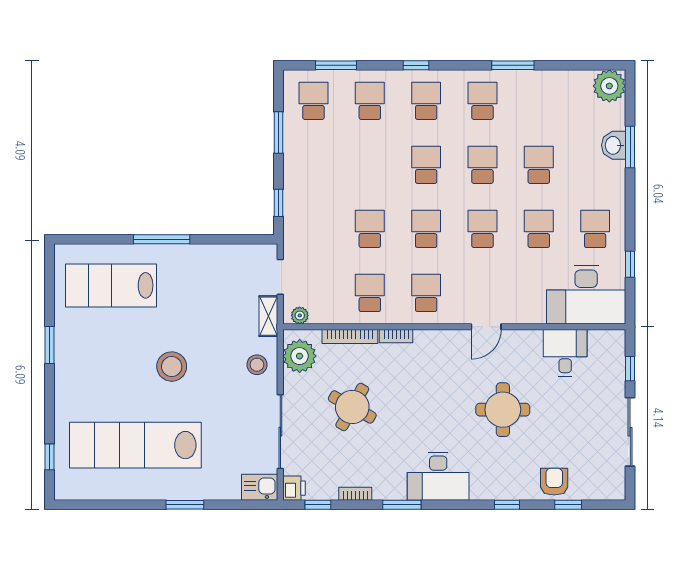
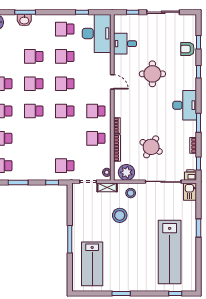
school desk: (370, 229) -> (65, 166), moved
stool: (172, 367) -> (120, 215), moved

